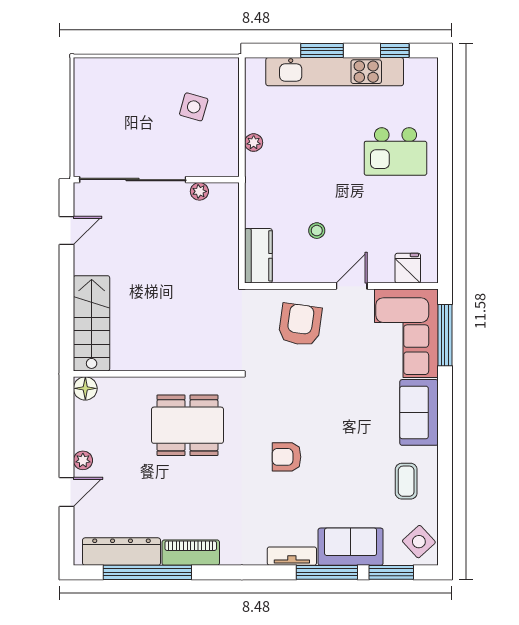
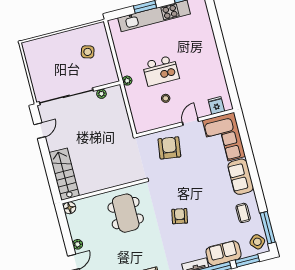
plant: (254, 143) -> (127, 81), moved
kitchen island: (395, 152) -> (161, 71), moved
kitchen counter: (258, 256) -> (139, 119), removed
window: (445, 335) -> (268, 228), moved
dining table: (187, 425) -> (126, 213), turned 90
armchair: (287, 457) -> (180, 216), turned 101

